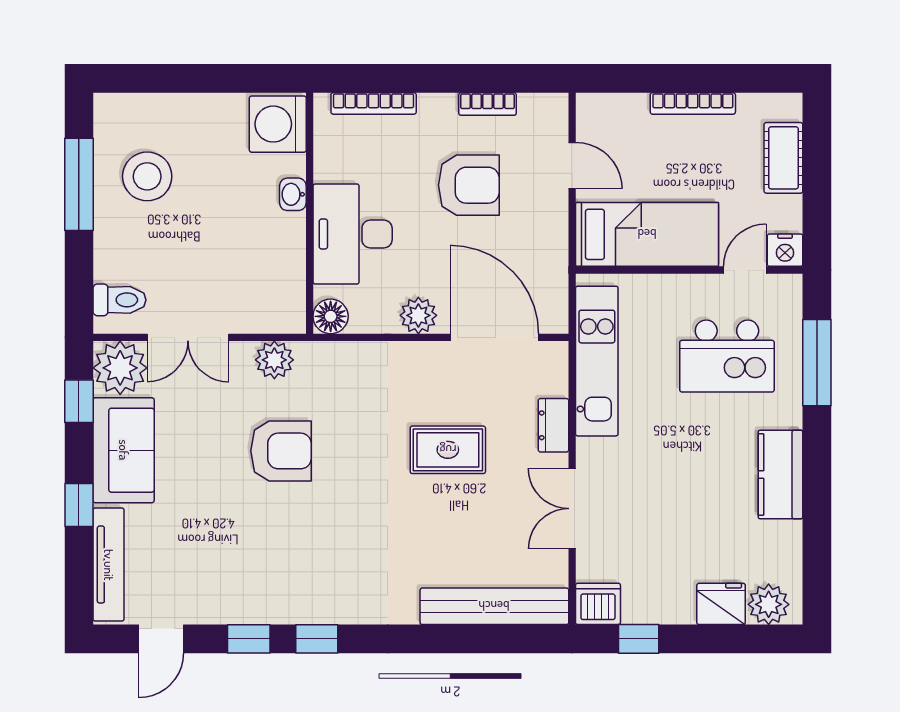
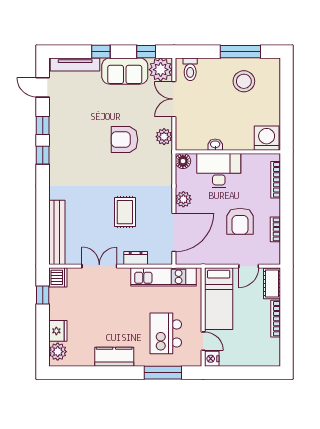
cot: (783, 158) -> (272, 284), moved, turned 90
washbasin: (293, 194) -> (215, 145), moved
armchair: (281, 451) -> (124, 140), turned 90

